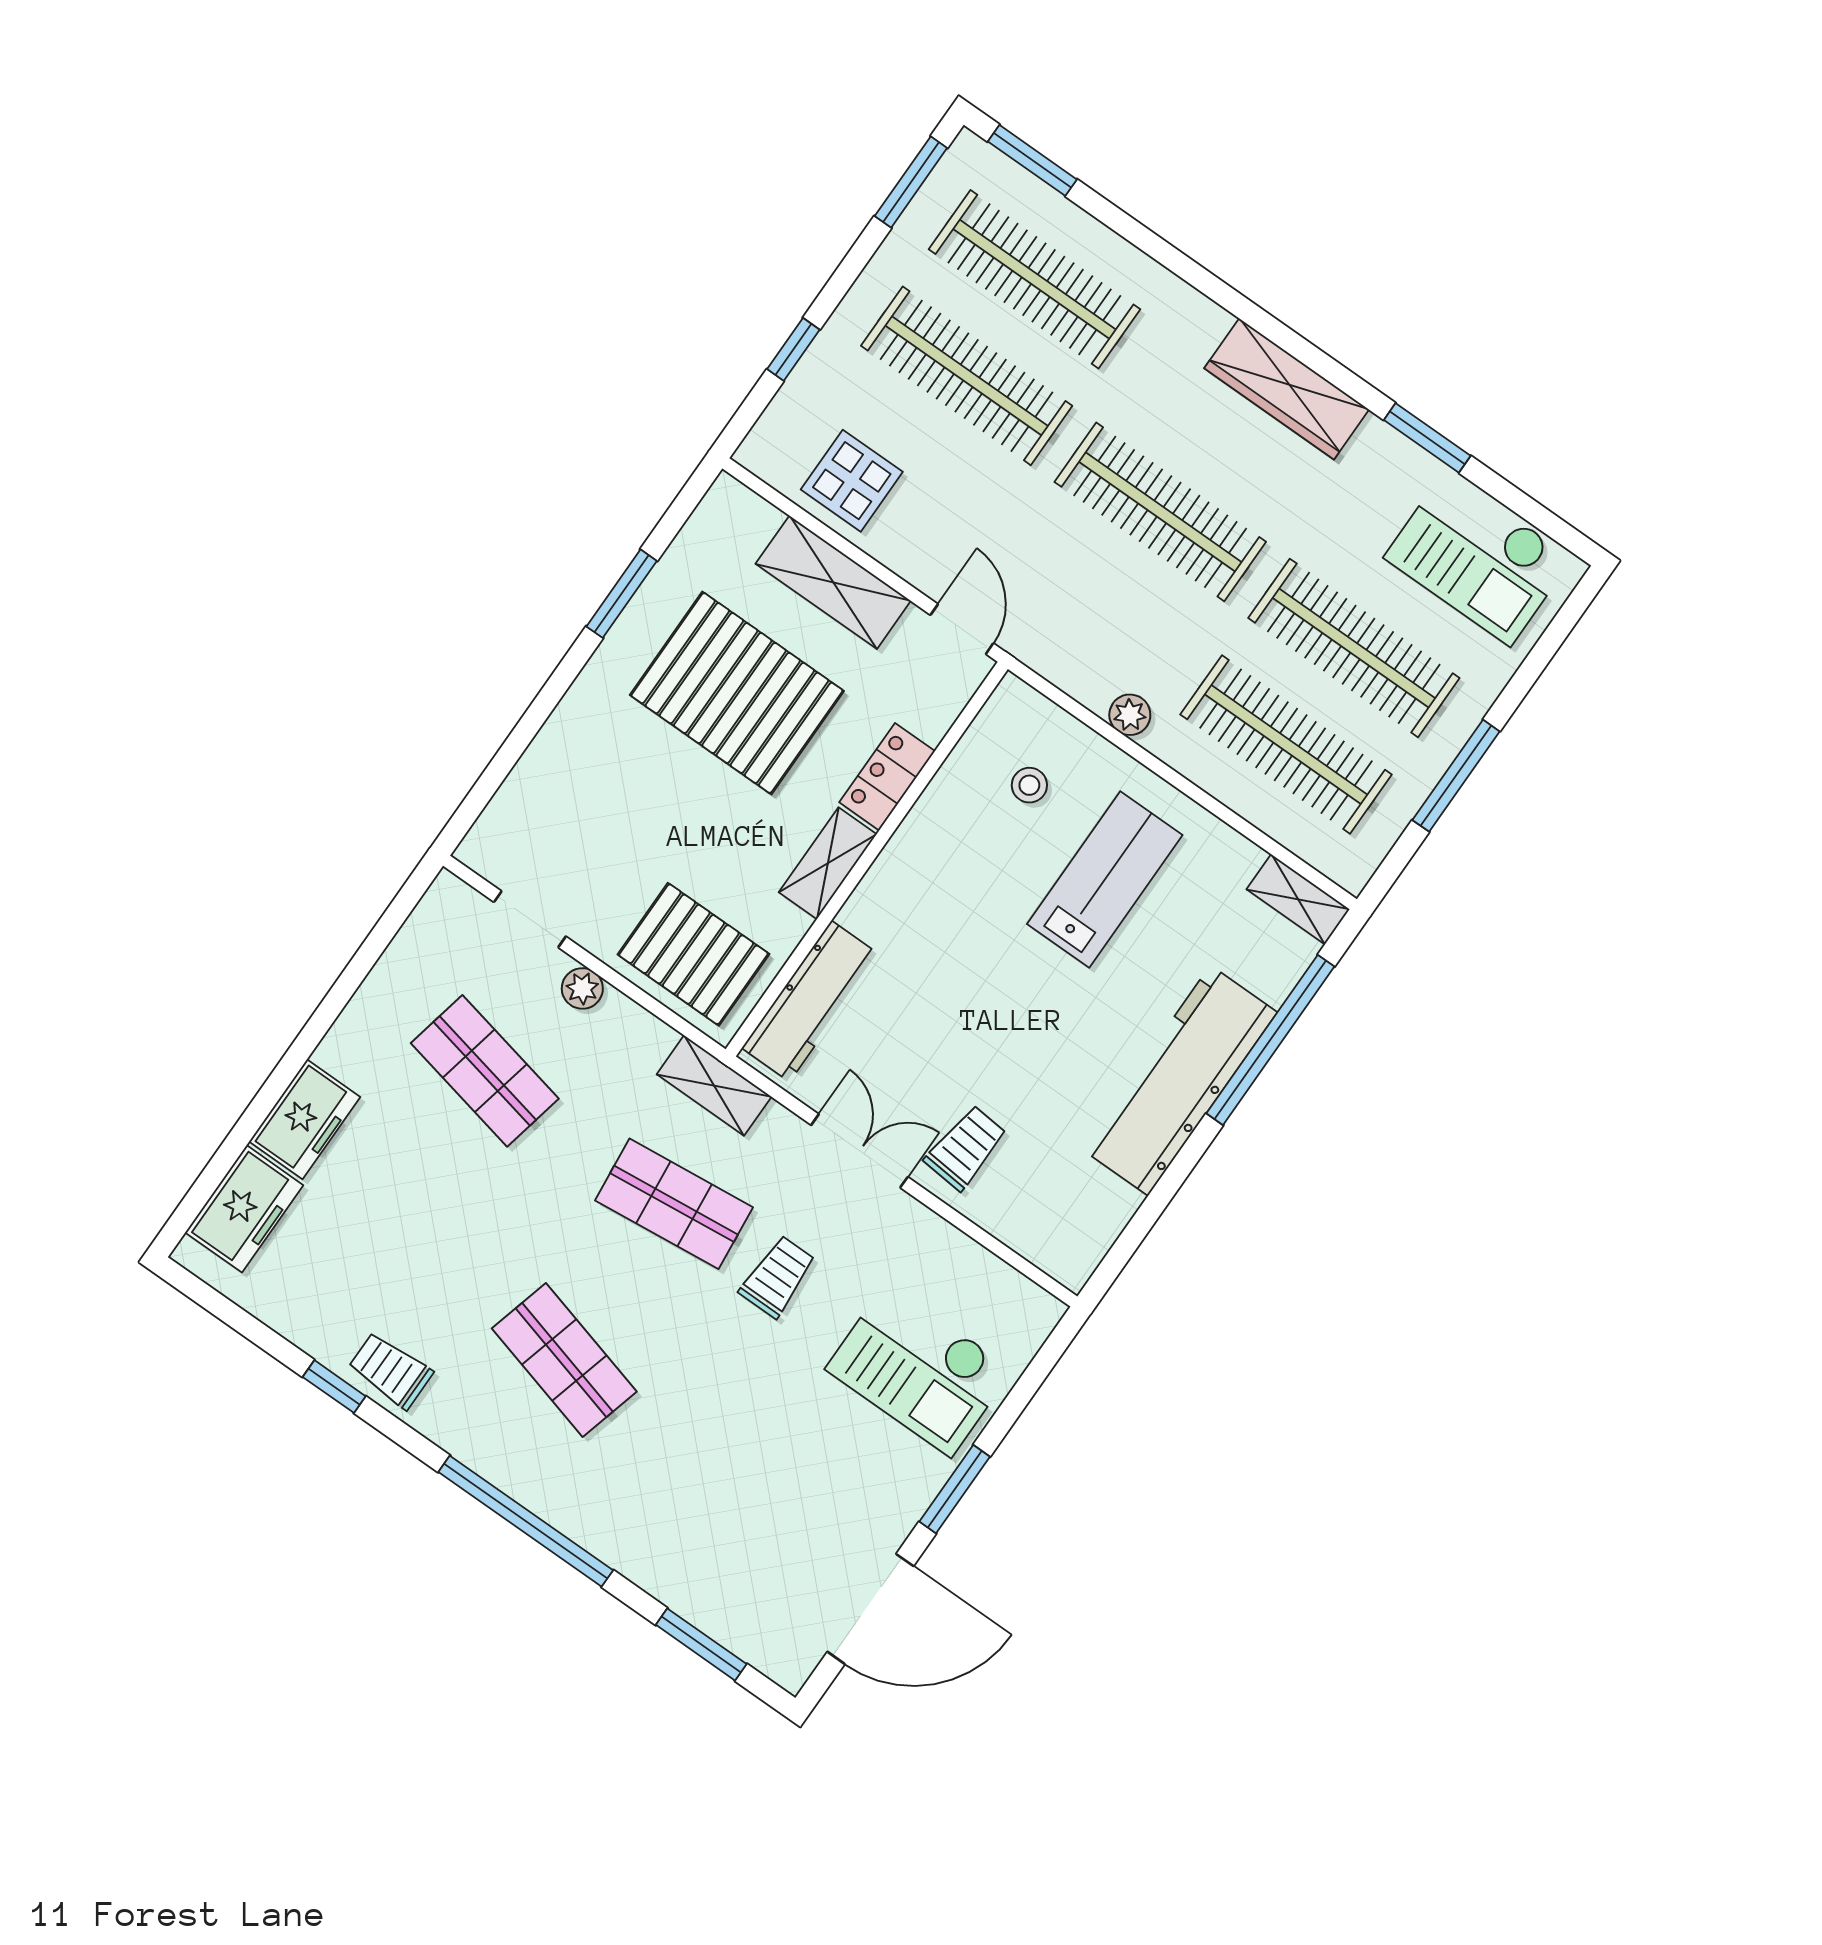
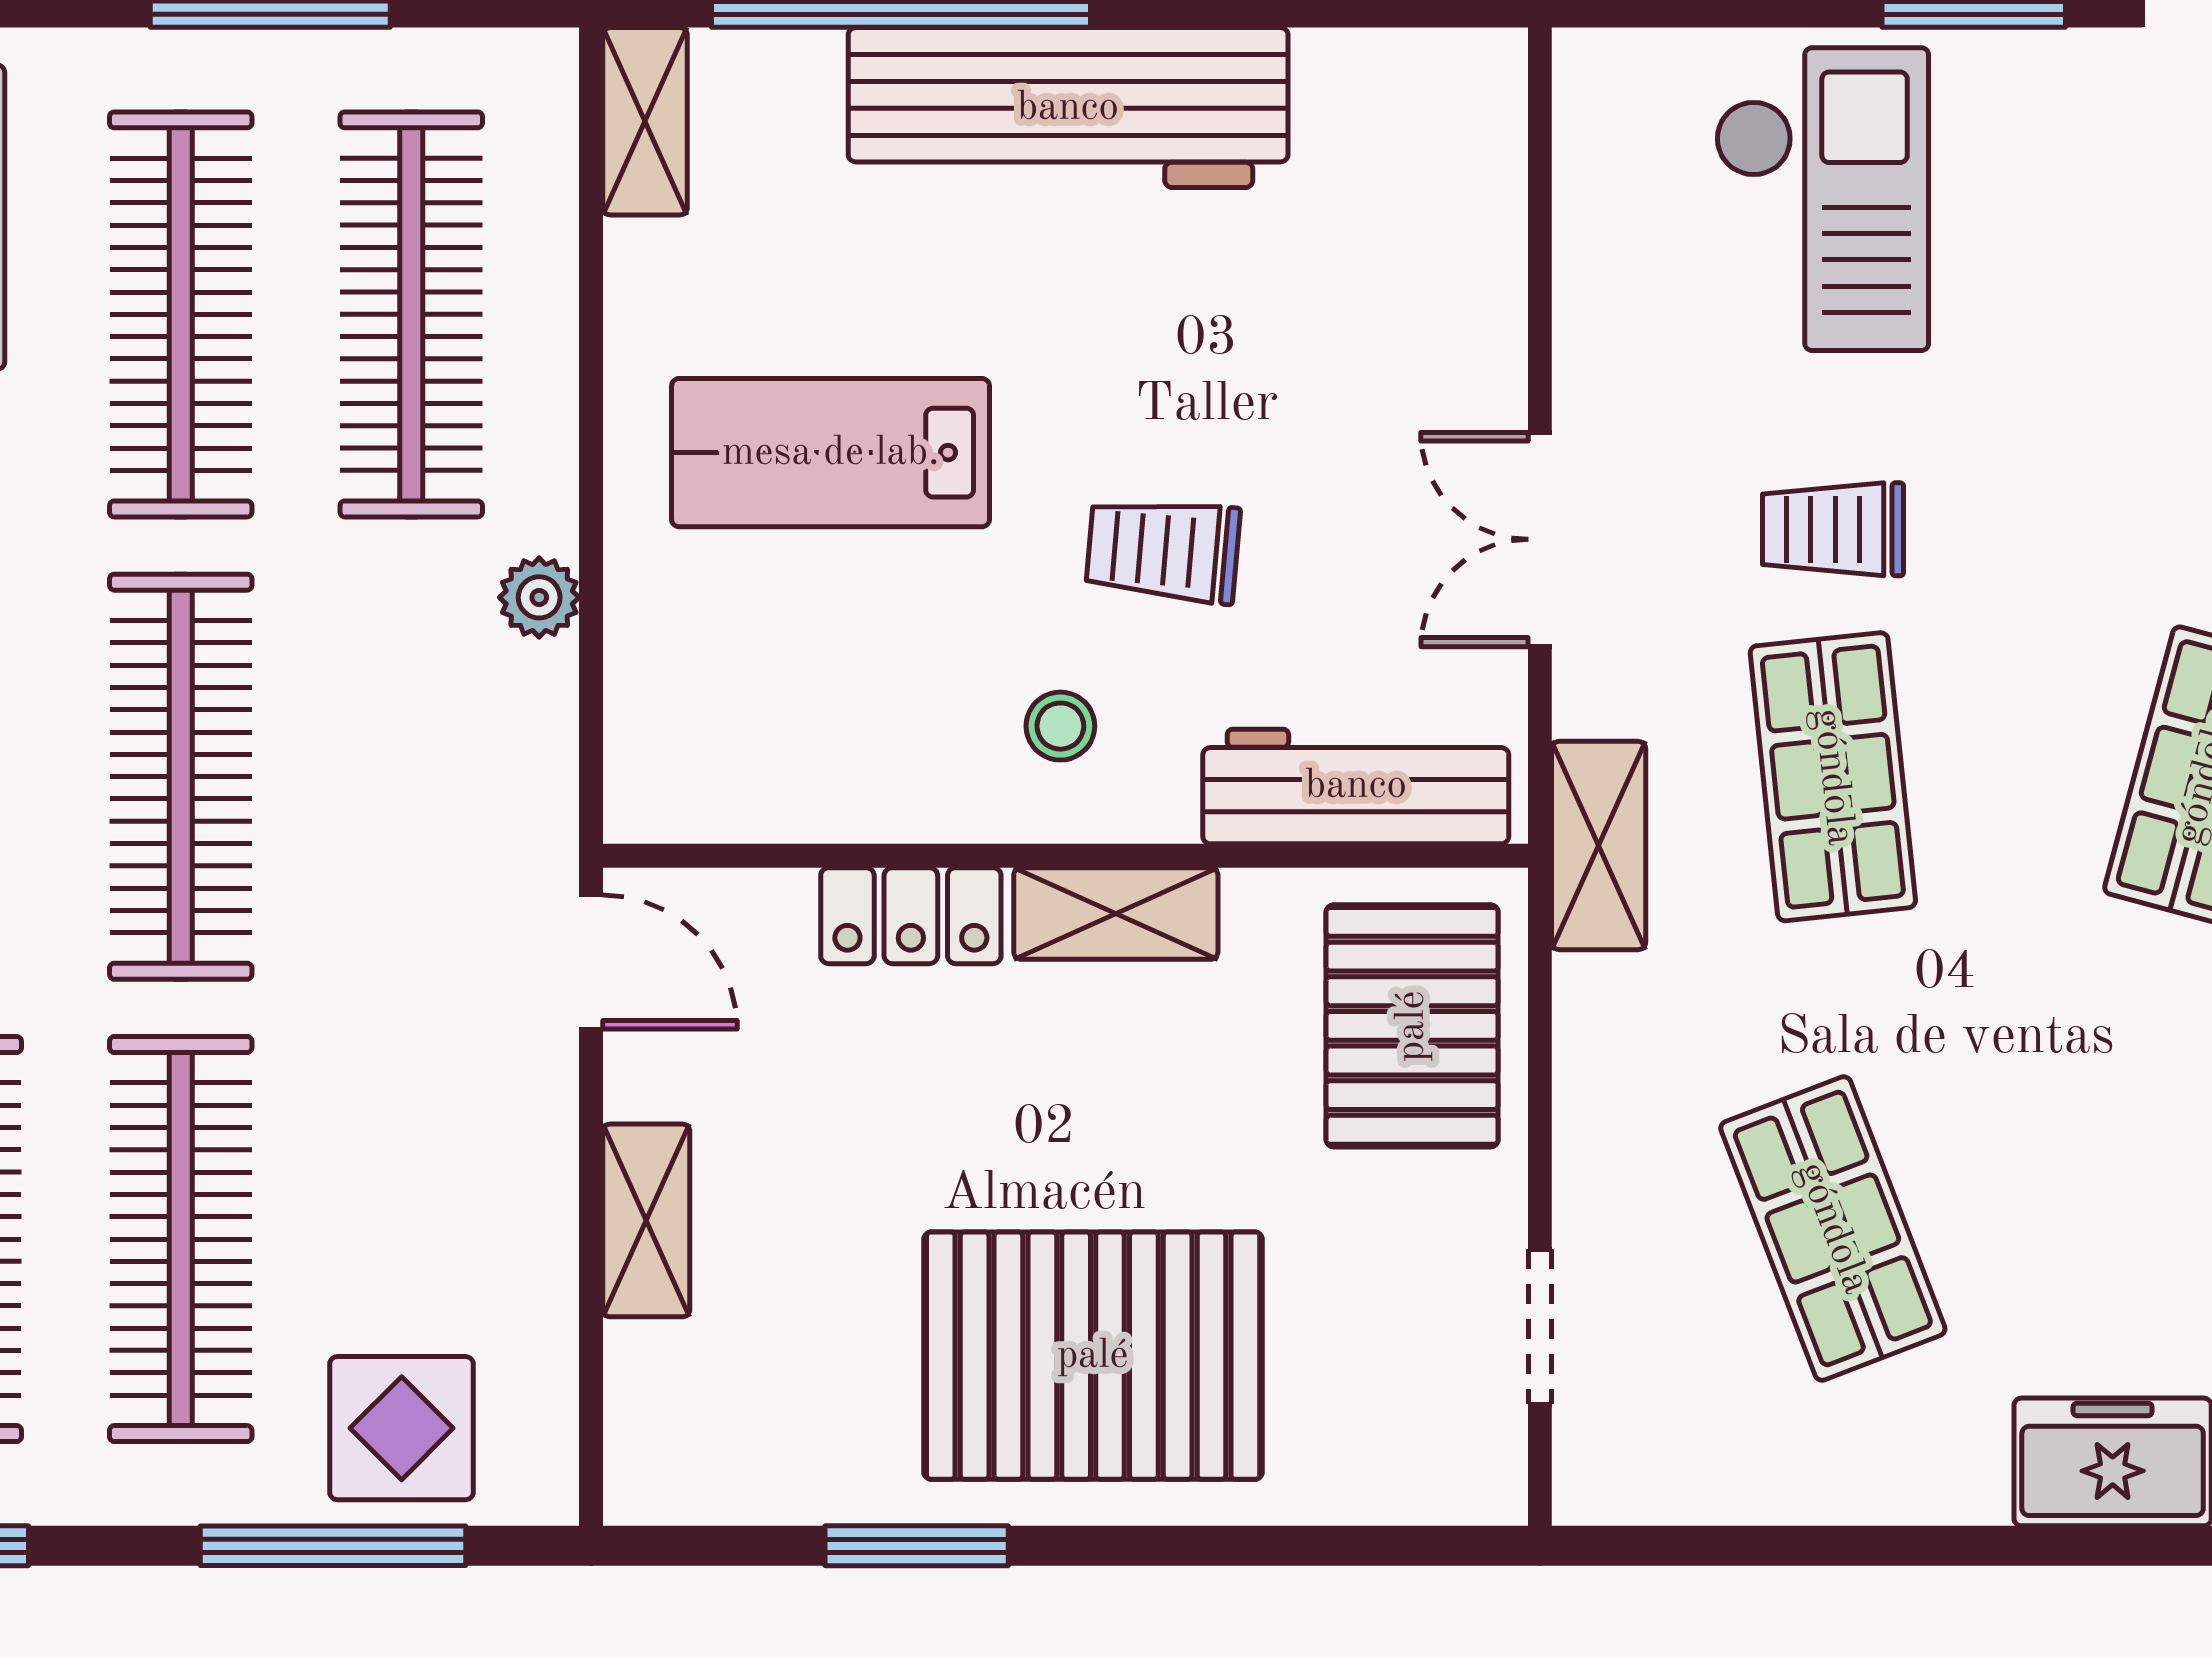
window: (793, 349) -> (333, 1546), width x2.17
display table: (852, 481) -> (402, 1428), moved
shelving: (833, 582) -> (646, 1220), width x0.67, depth x0.75
door: (962, 629) -> (591, 962), swing flipped
pallet: (737, 693) -> (1093, 1356), moved, turned 90
stool: (1029, 785) -> (1060, 726), moved
plant: (582, 988) -> (1592, 1165), removed
shop shelf: (485, 1071) -> (1833, 1228), turned -33
trolley: (966, 1148) -> (1163, 550), moved

